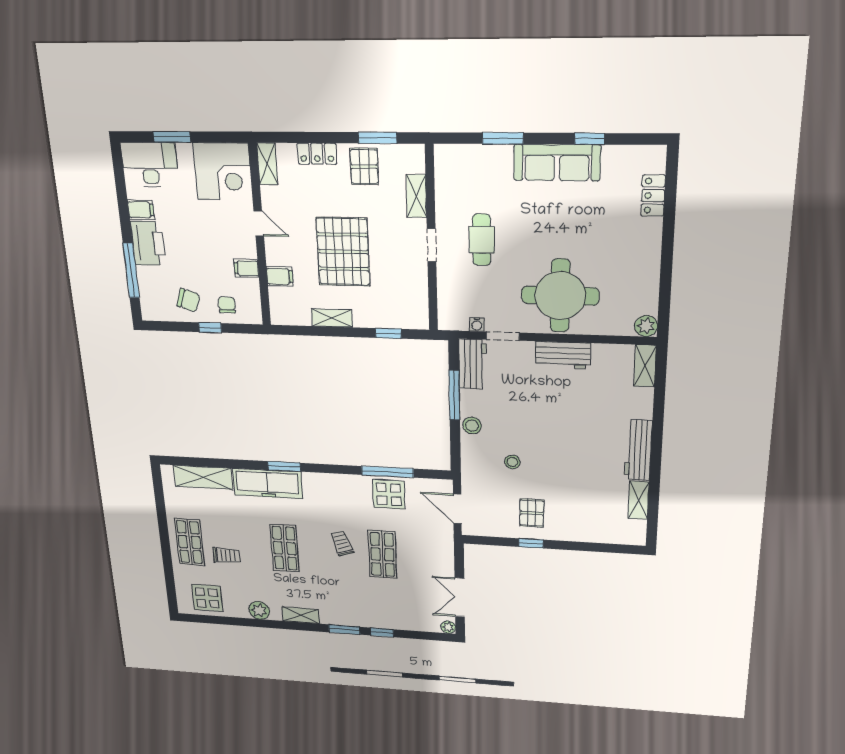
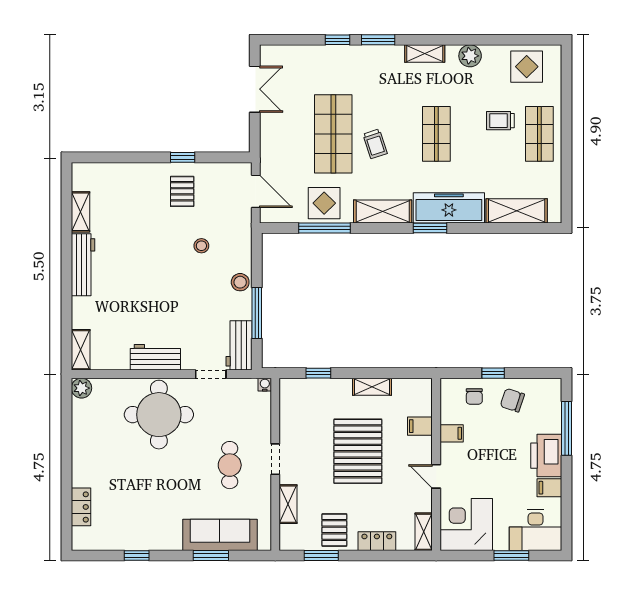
sofa: (557, 163) -> (220, 535), moved
water cooler: (477, 324) -> (265, 385), moved
shelving: (331, 484) -> (383, 211), added
shop shelf: (382, 554) -> (333, 134), width x1.43, depth x1.36
plant: (448, 627) -> (267, 52), removed

